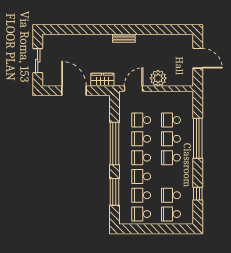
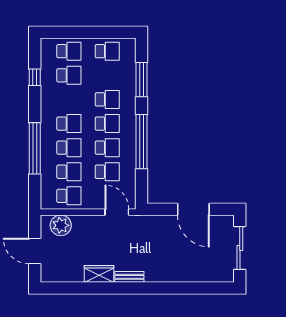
sliding door: (38, 61) -> (240, 248), width x1.37
plant: (158, 78) -> (61, 225), moved
wardrobe: (102, 80) -> (99, 274), moved, turned 180
door: (134, 89) -> (117, 212), swing flipped
school desk: (141, 195) -> (69, 196), moved

